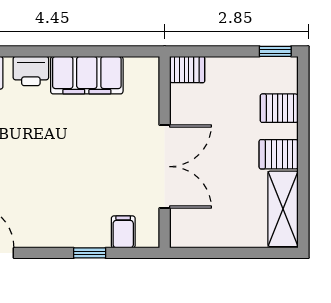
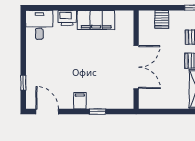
server rack: (187, 70) -> (162, 19), moved, turned 90
filing cabinet: (123, 232) -> (80, 101), moved

